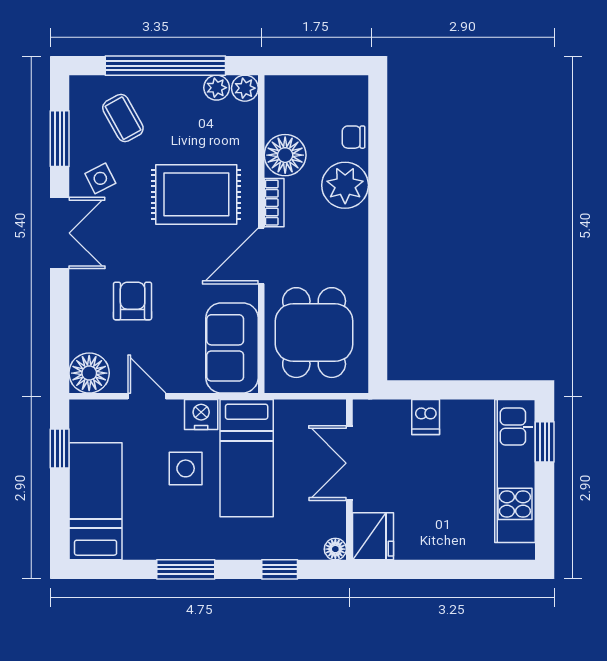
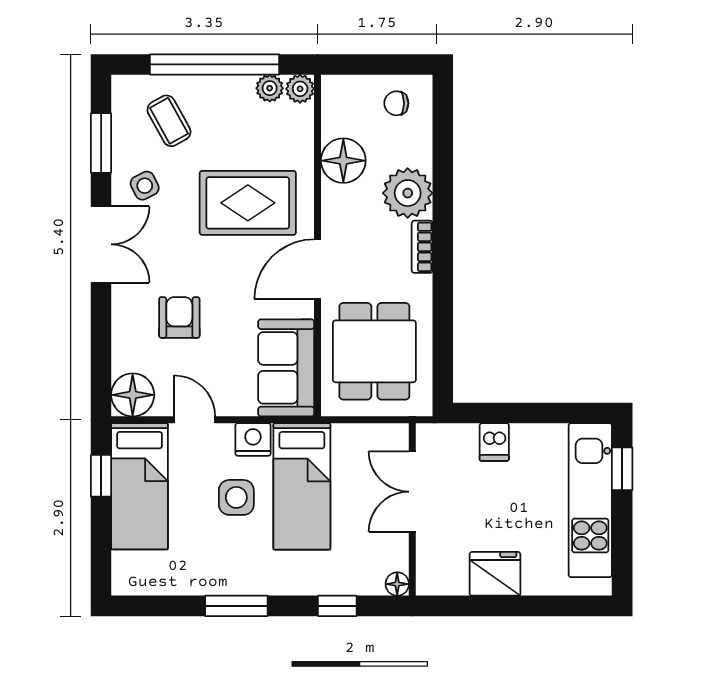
chair: (354, 137) -> (396, 103), moved
bookcase: (274, 203) -> (422, 247), moved, turned 180
bed: (96, 501) -> (140, 486), moved, turned 180
fridge: (373, 536) -> (495, 574), moved, turned -90

